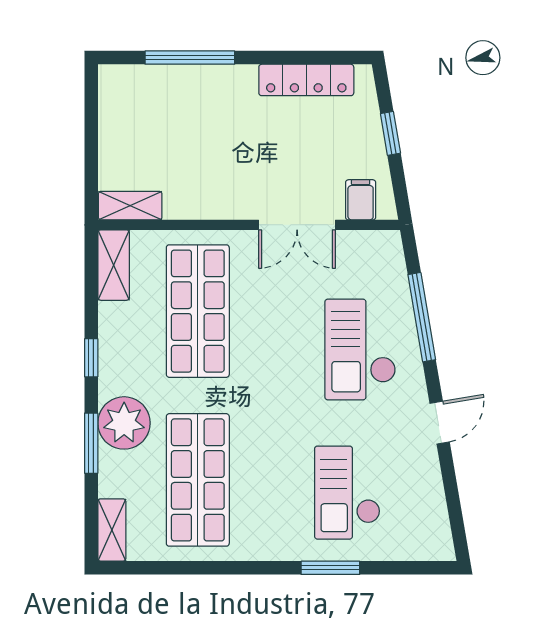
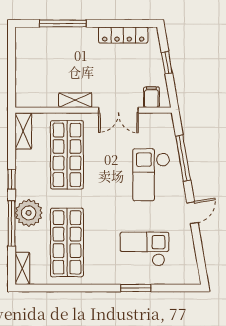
shelving: (130, 206) -> (75, 100), moved
window: (91, 443) -> (12, 223), width x1.44
checkout: (347, 493) -> (144, 249), turned 90

